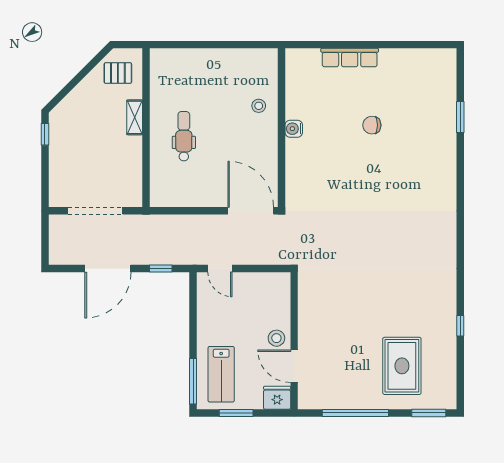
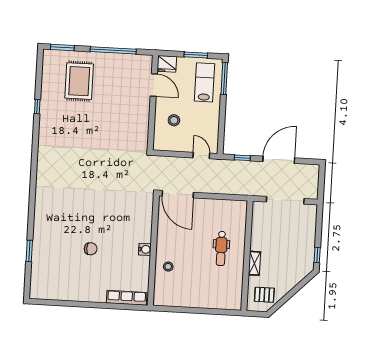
row of seats: (350, 58) -> (127, 298), moved
stool: (276, 338) -> (174, 120), moved

